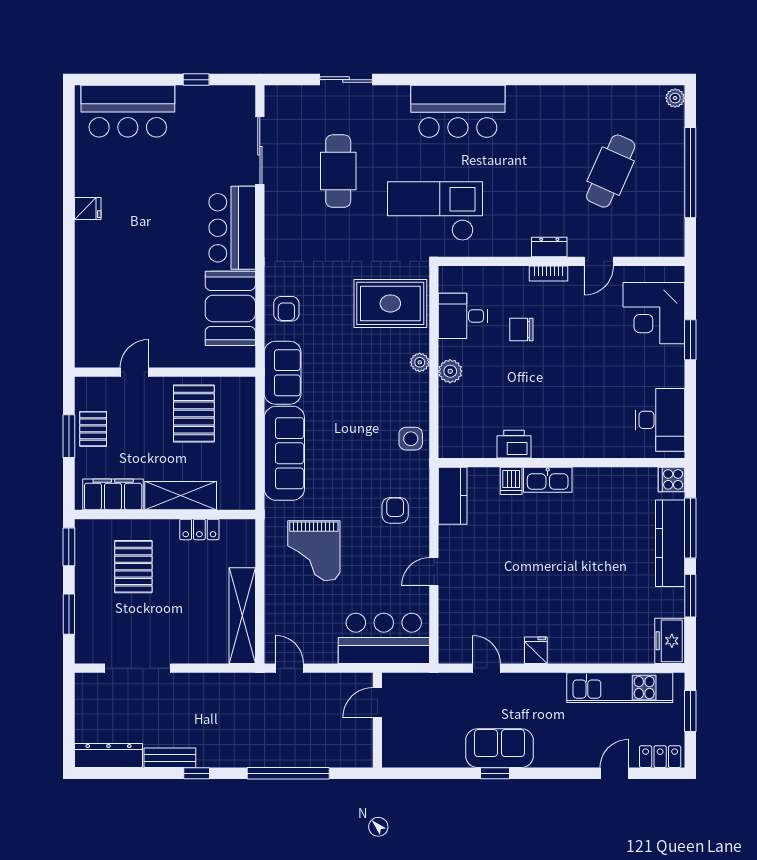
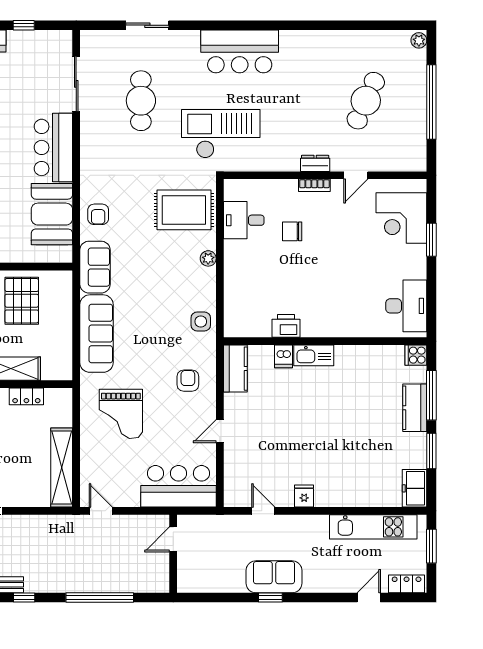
plant: (450, 371) -> (233, 266), removed
kitchen counter: (670, 543) -> (415, 408), width x0.67

